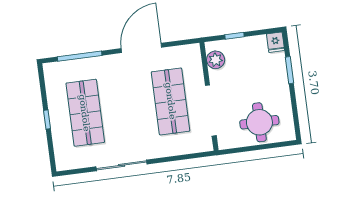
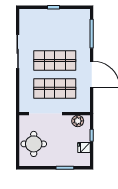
fridge: (275, 42) -> (84, 147), moved
shop shelf: (85, 113) -> (55, 60), moved

